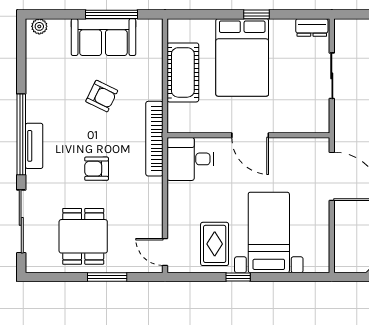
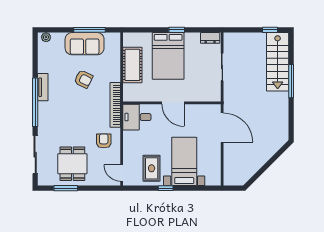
tv unit: (34, 146) -> (43, 87), moved
armchair: (97, 169) -> (104, 141), moved, turned 90
window: (107, 277) -> (66, 188), moved

